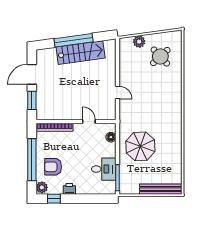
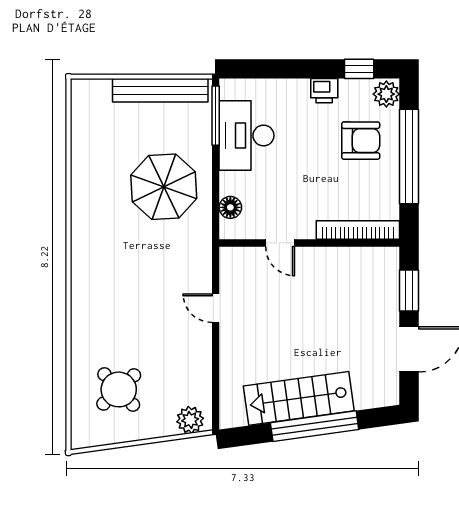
plant: (139, 42) -> (190, 420), moved
desk: (104, 169) -> (247, 135), width x1.37
bench: (161, 189) -> (160, 90), moved

